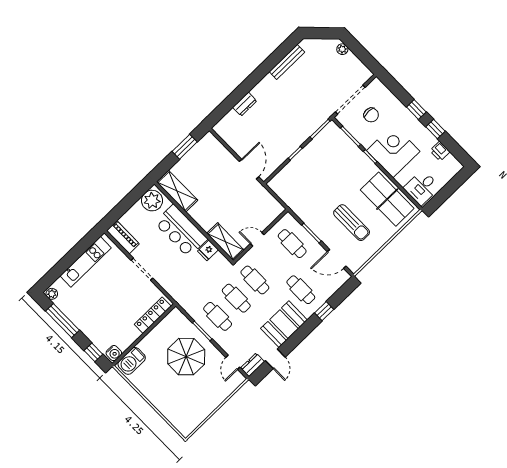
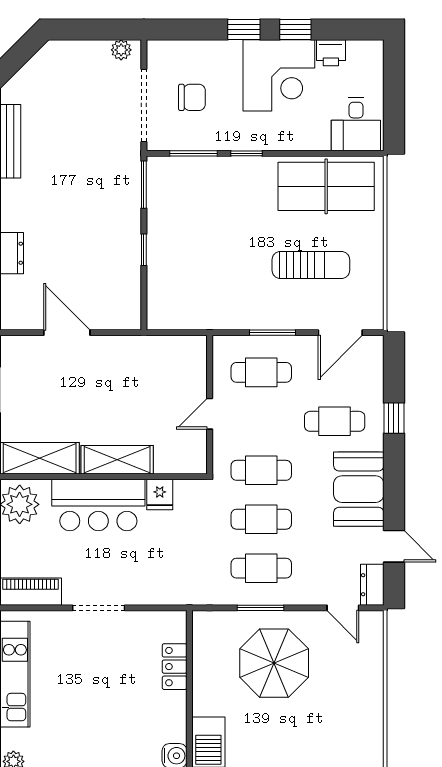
plant: (342, 49) -> (121, 50), moved
corner desk: (393, 151) -> (279, 75), moved, turned 180
door: (249, 169) -> (67, 333), moved
shelving: (225, 242) -> (117, 460), moved
locker: (153, 315) -> (175, 667), width x0.66

